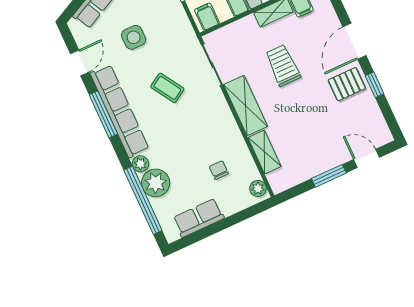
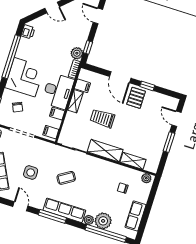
row of seats: (119, 111) -> (64, 210), width x0.73
door: (367, 158) -> (176, 119), hinge flipped

